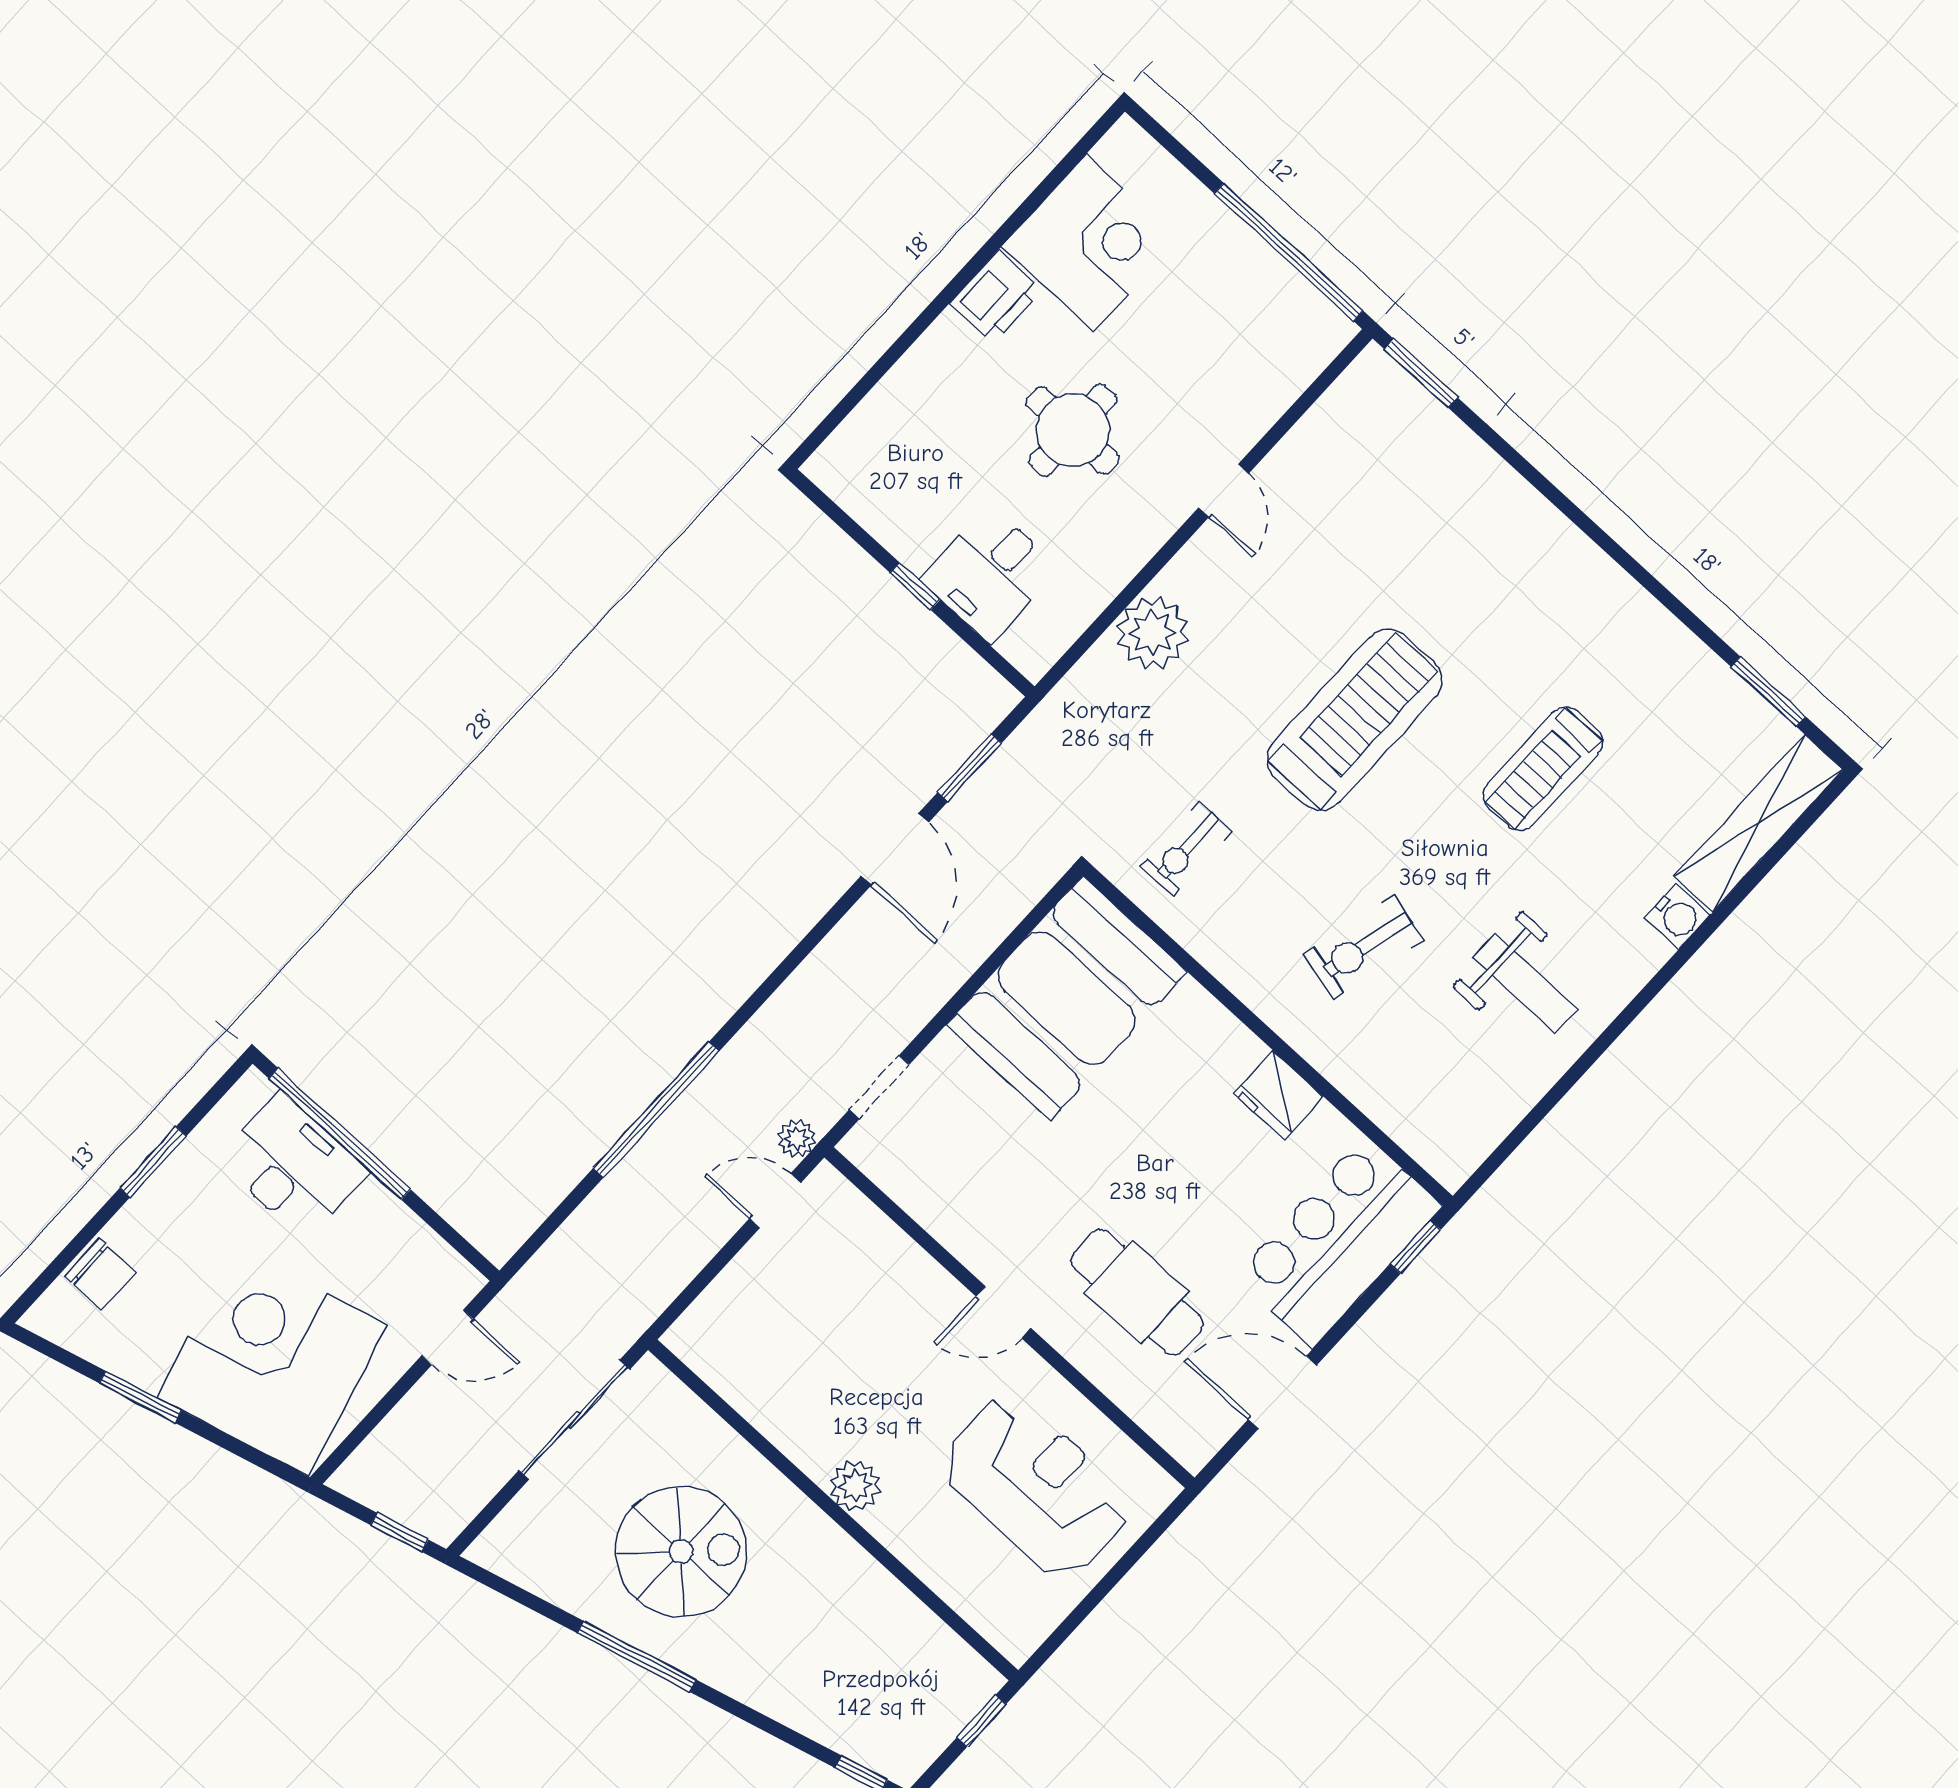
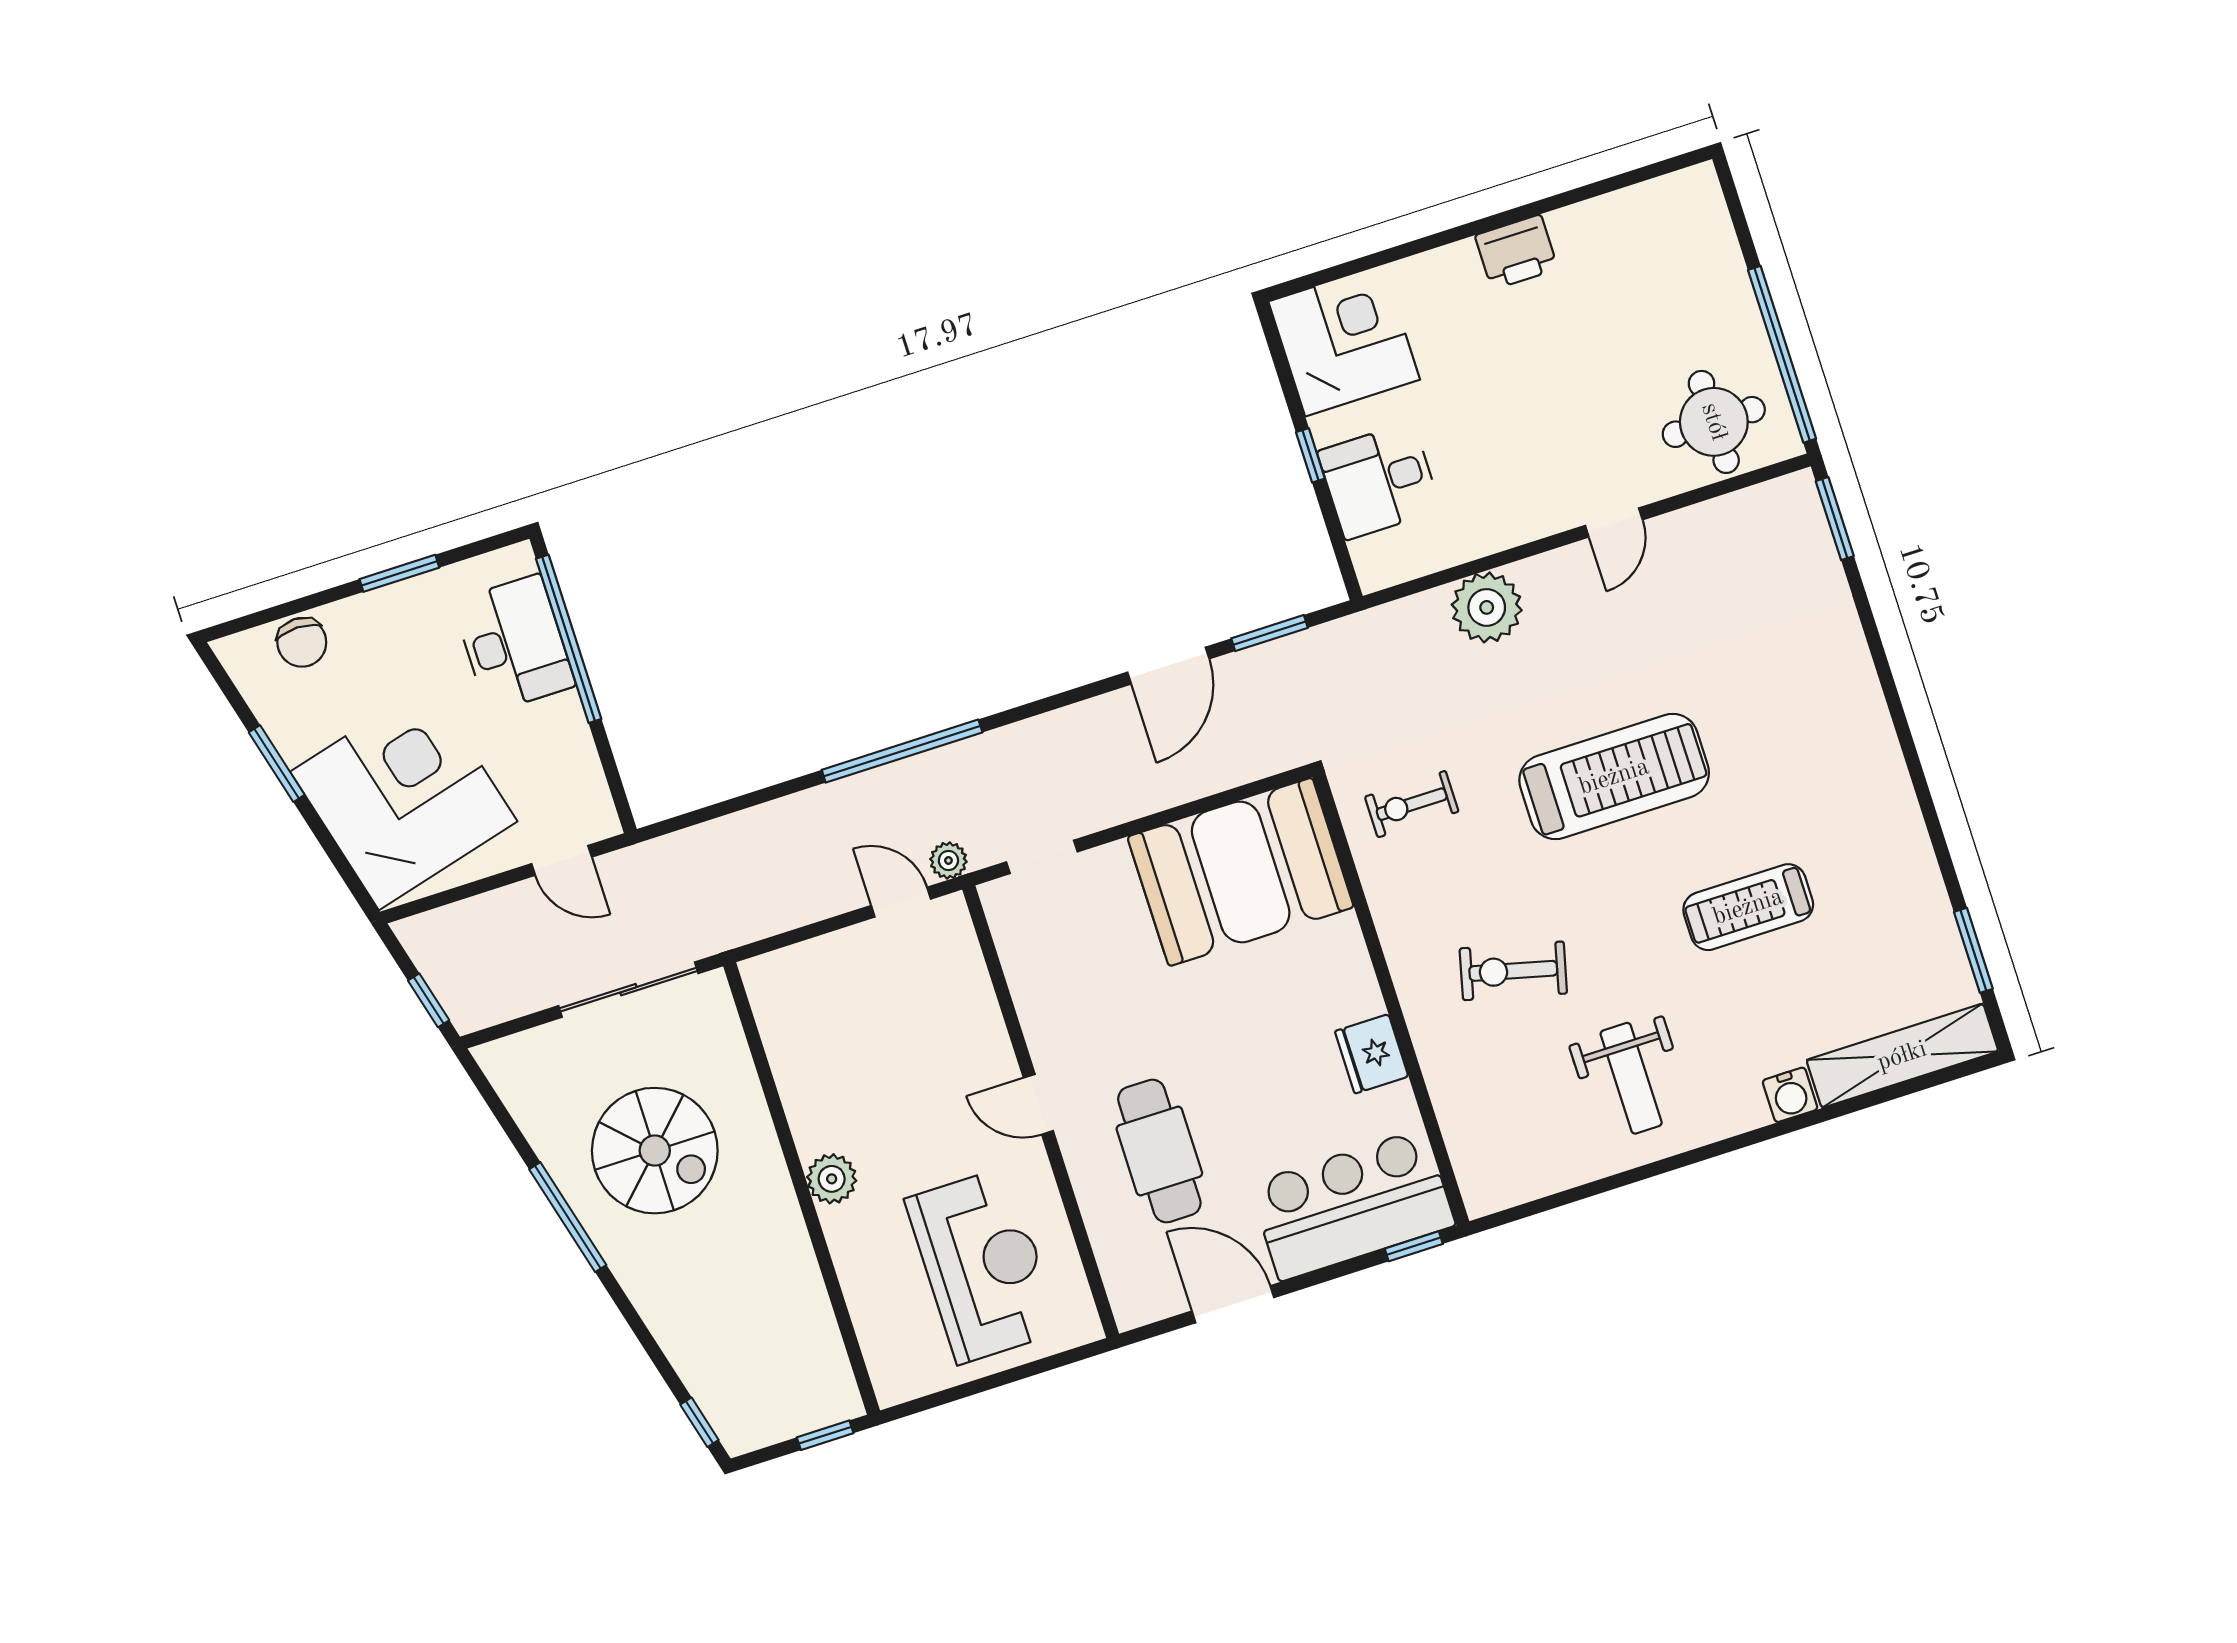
corner desk: (1090, 243) -> (1344, 341), moved, turned -90
round table: (1073, 430) -> (1714, 422), moved
window: (656, 1110) -> (902, 751), moved

